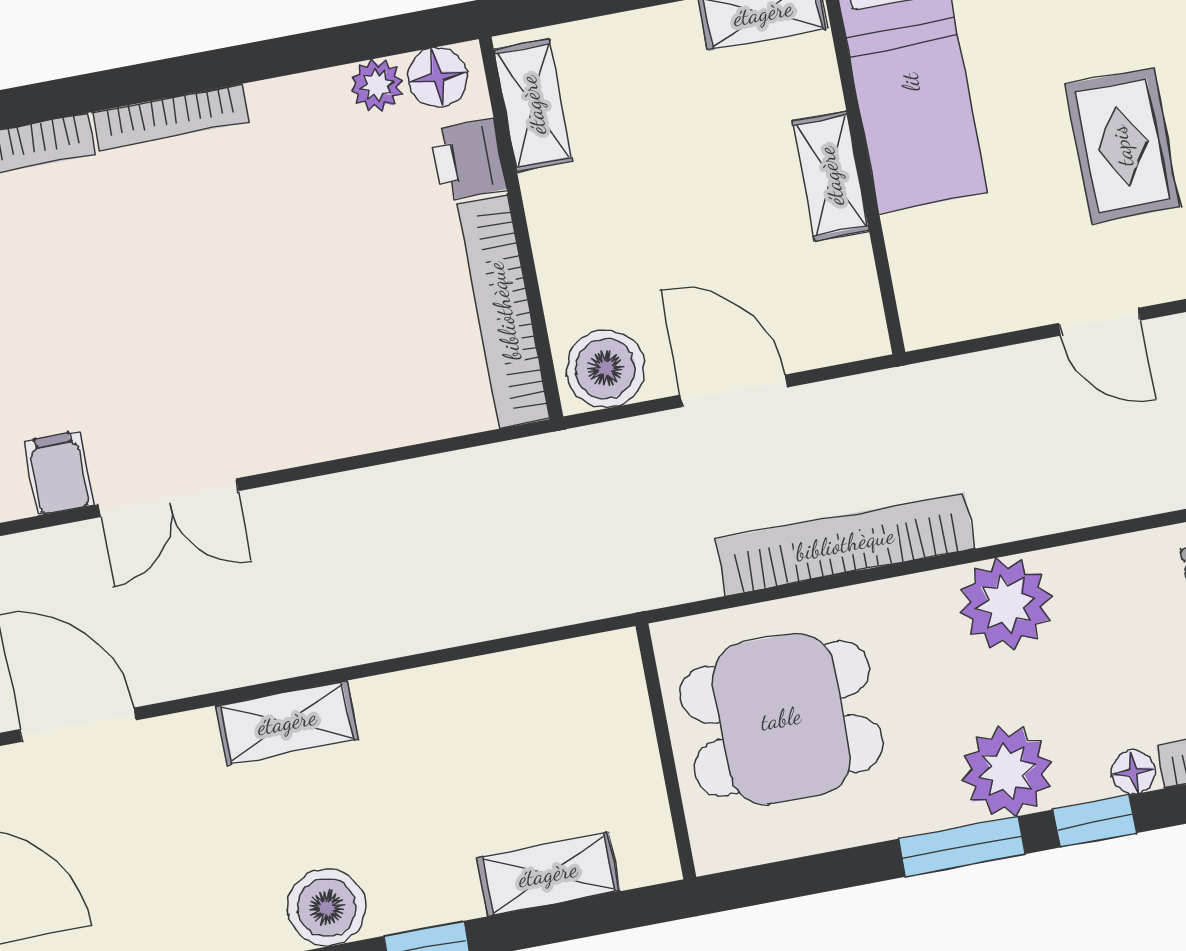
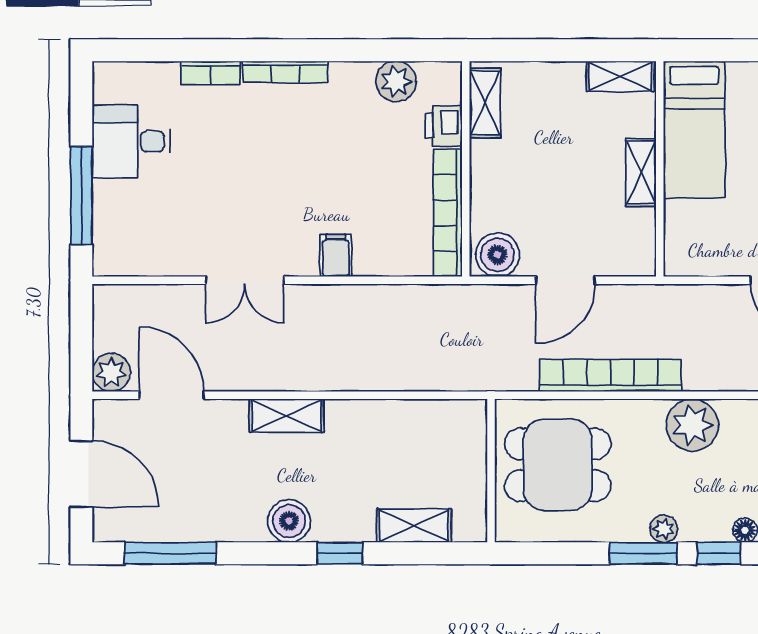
floor lamp: (438, 77) -> (436, 78), removed
plant: (377, 85) -> (396, 81), width x1.38, depth x1.38
door: (734, 391) -> (565, 280), swing flipped
filing cabinet: (59, 473) -> (336, 255), moved
plant: (1007, 771) -> (664, 529), width x0.53, depth x0.53

